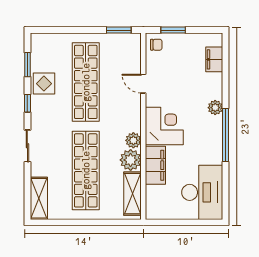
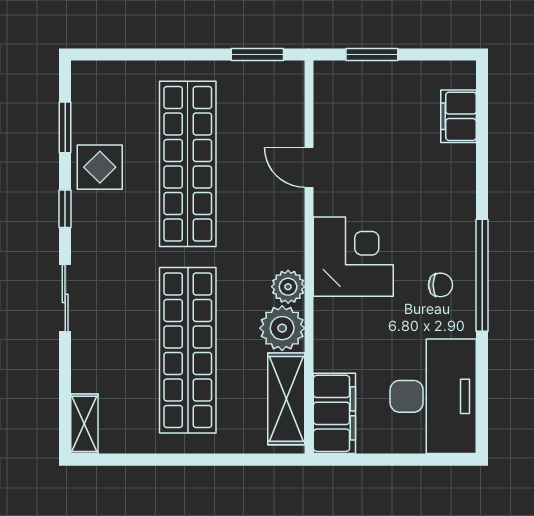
chair: (156, 45) -> (441, 285), moved
plant: (215, 108) -> (461, 218), removed
filing cabinet: (155, 165) -> (334, 413), moved
shelving: (39, 198) -> (84, 424), width x0.67, depth x0.75

